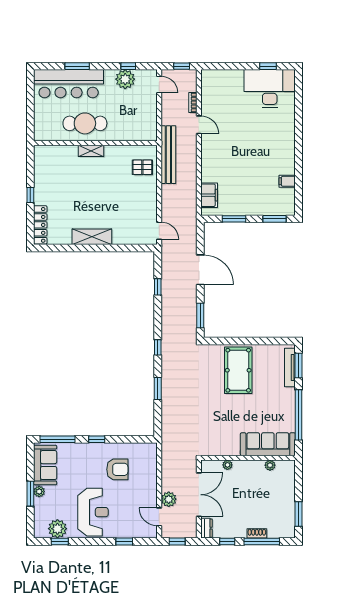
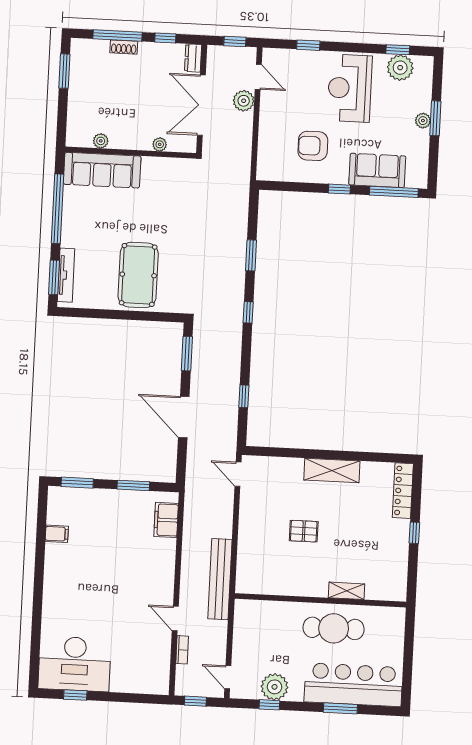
shelving: (91, 151) -> (347, 591), moved
pallet: (142, 167) -> (304, 531), moved
sofa: (45, 465) -> (377, 170), moved, turned 90

